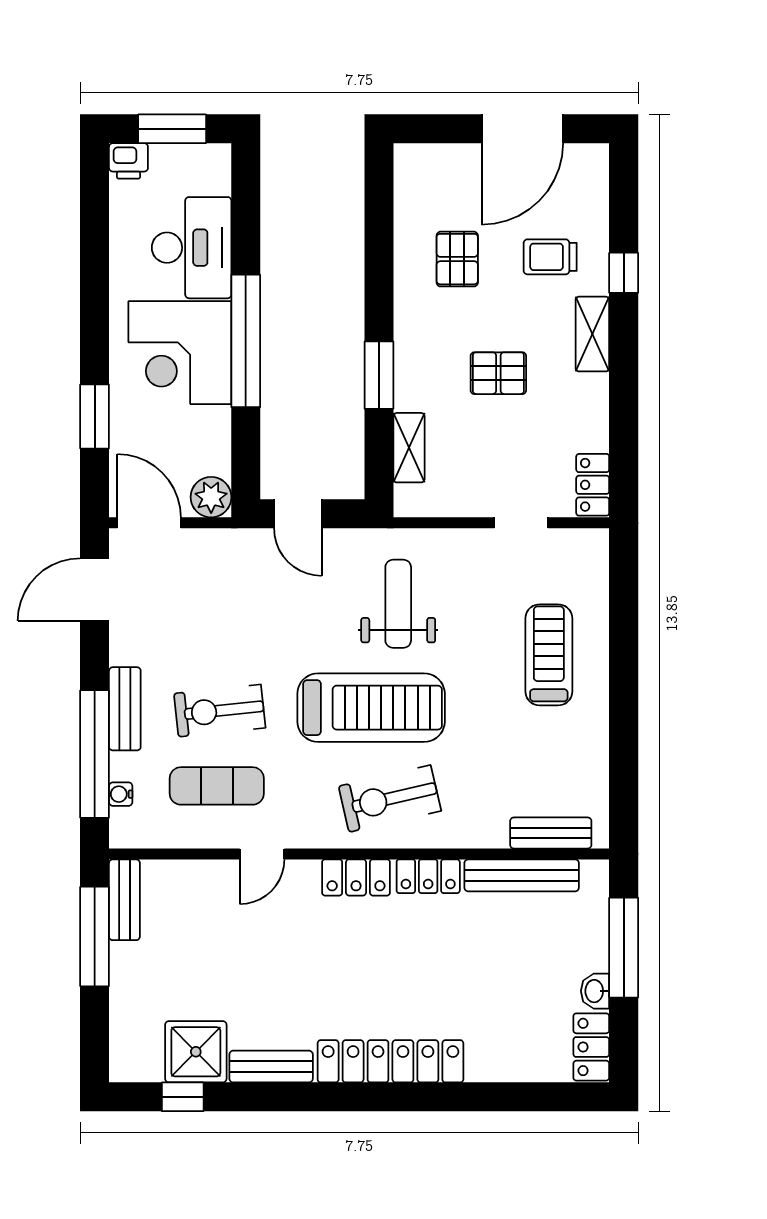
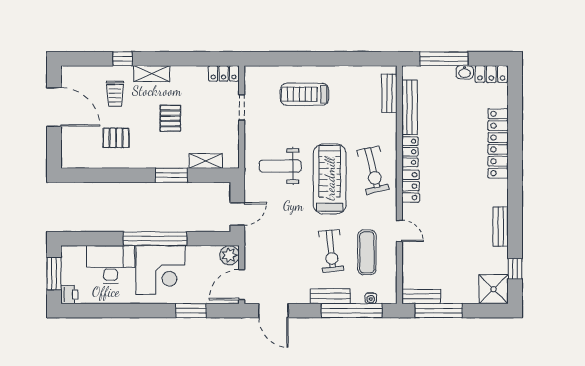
shower: (196, 1052) -> (494, 289), moved
locker: (390, 1061) -> (498, 143), moved

